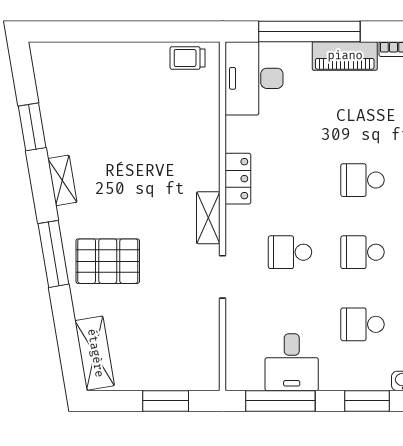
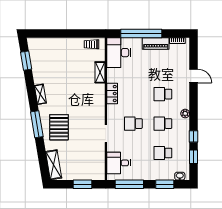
window: (32, 127) -> (26, 61), moved
shelving: (208, 218) -> (100, 72), moved
pallet: (108, 261) -> (59, 127), turned 90
desk: (292, 362) -> (119, 163), moved, turned 90

